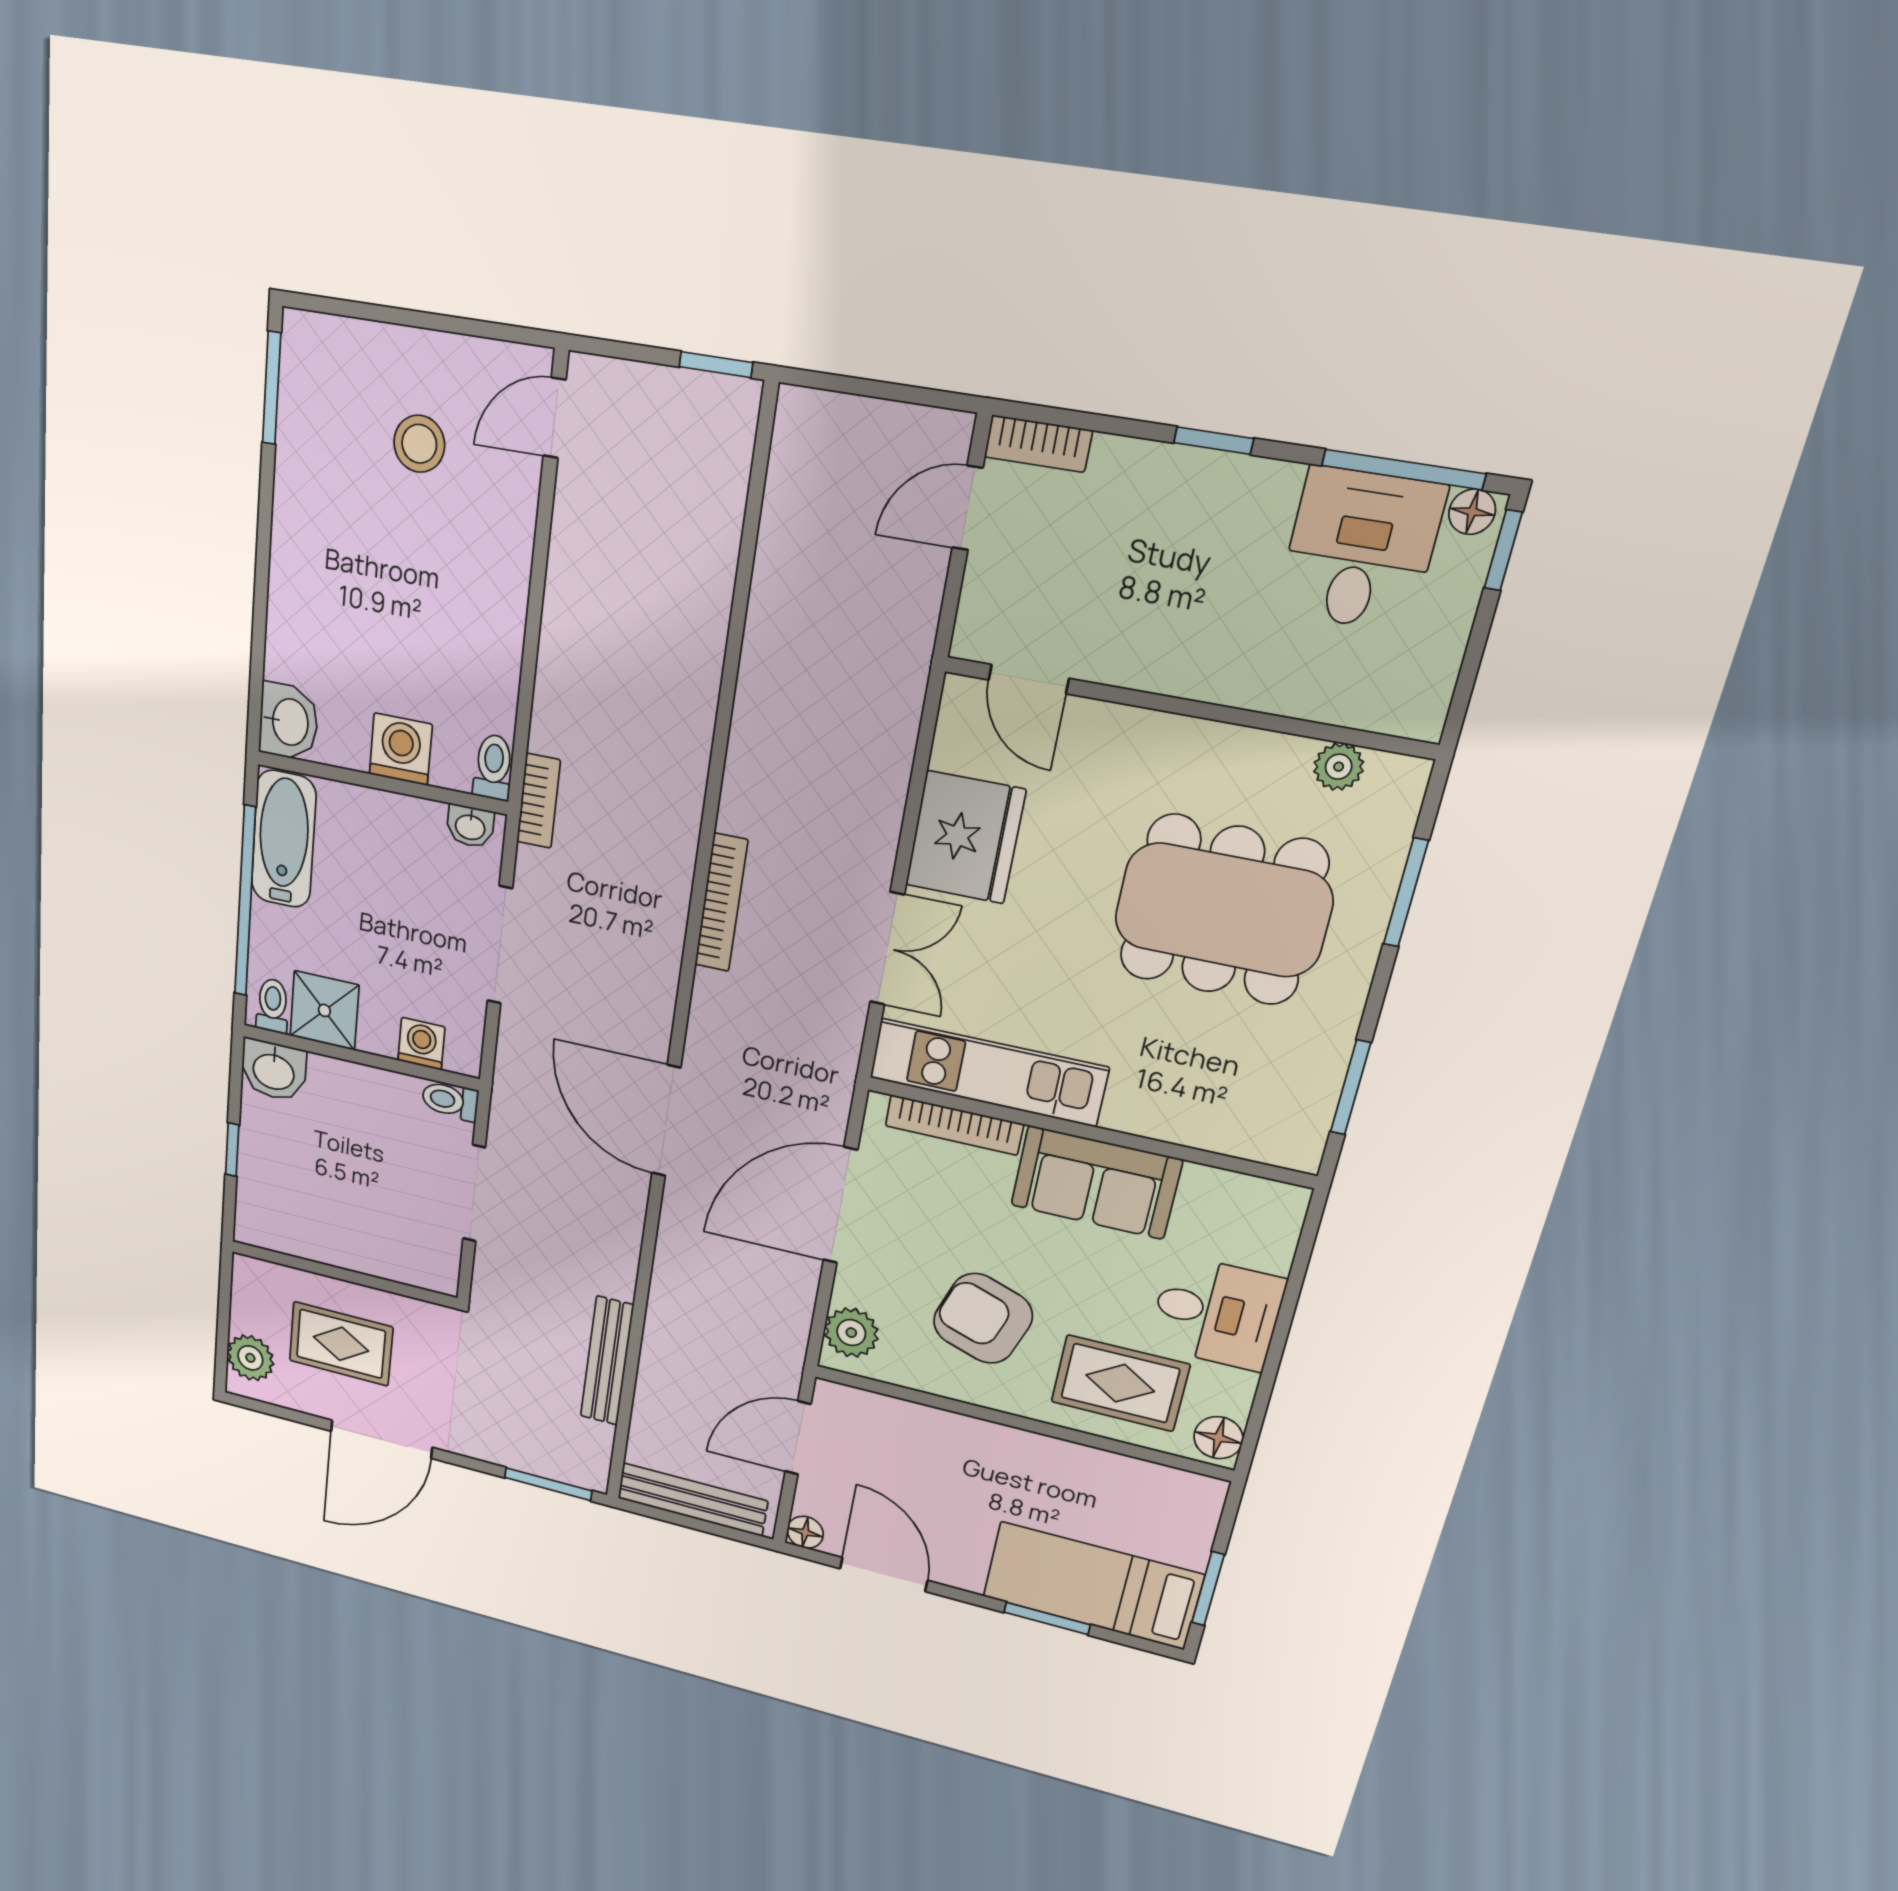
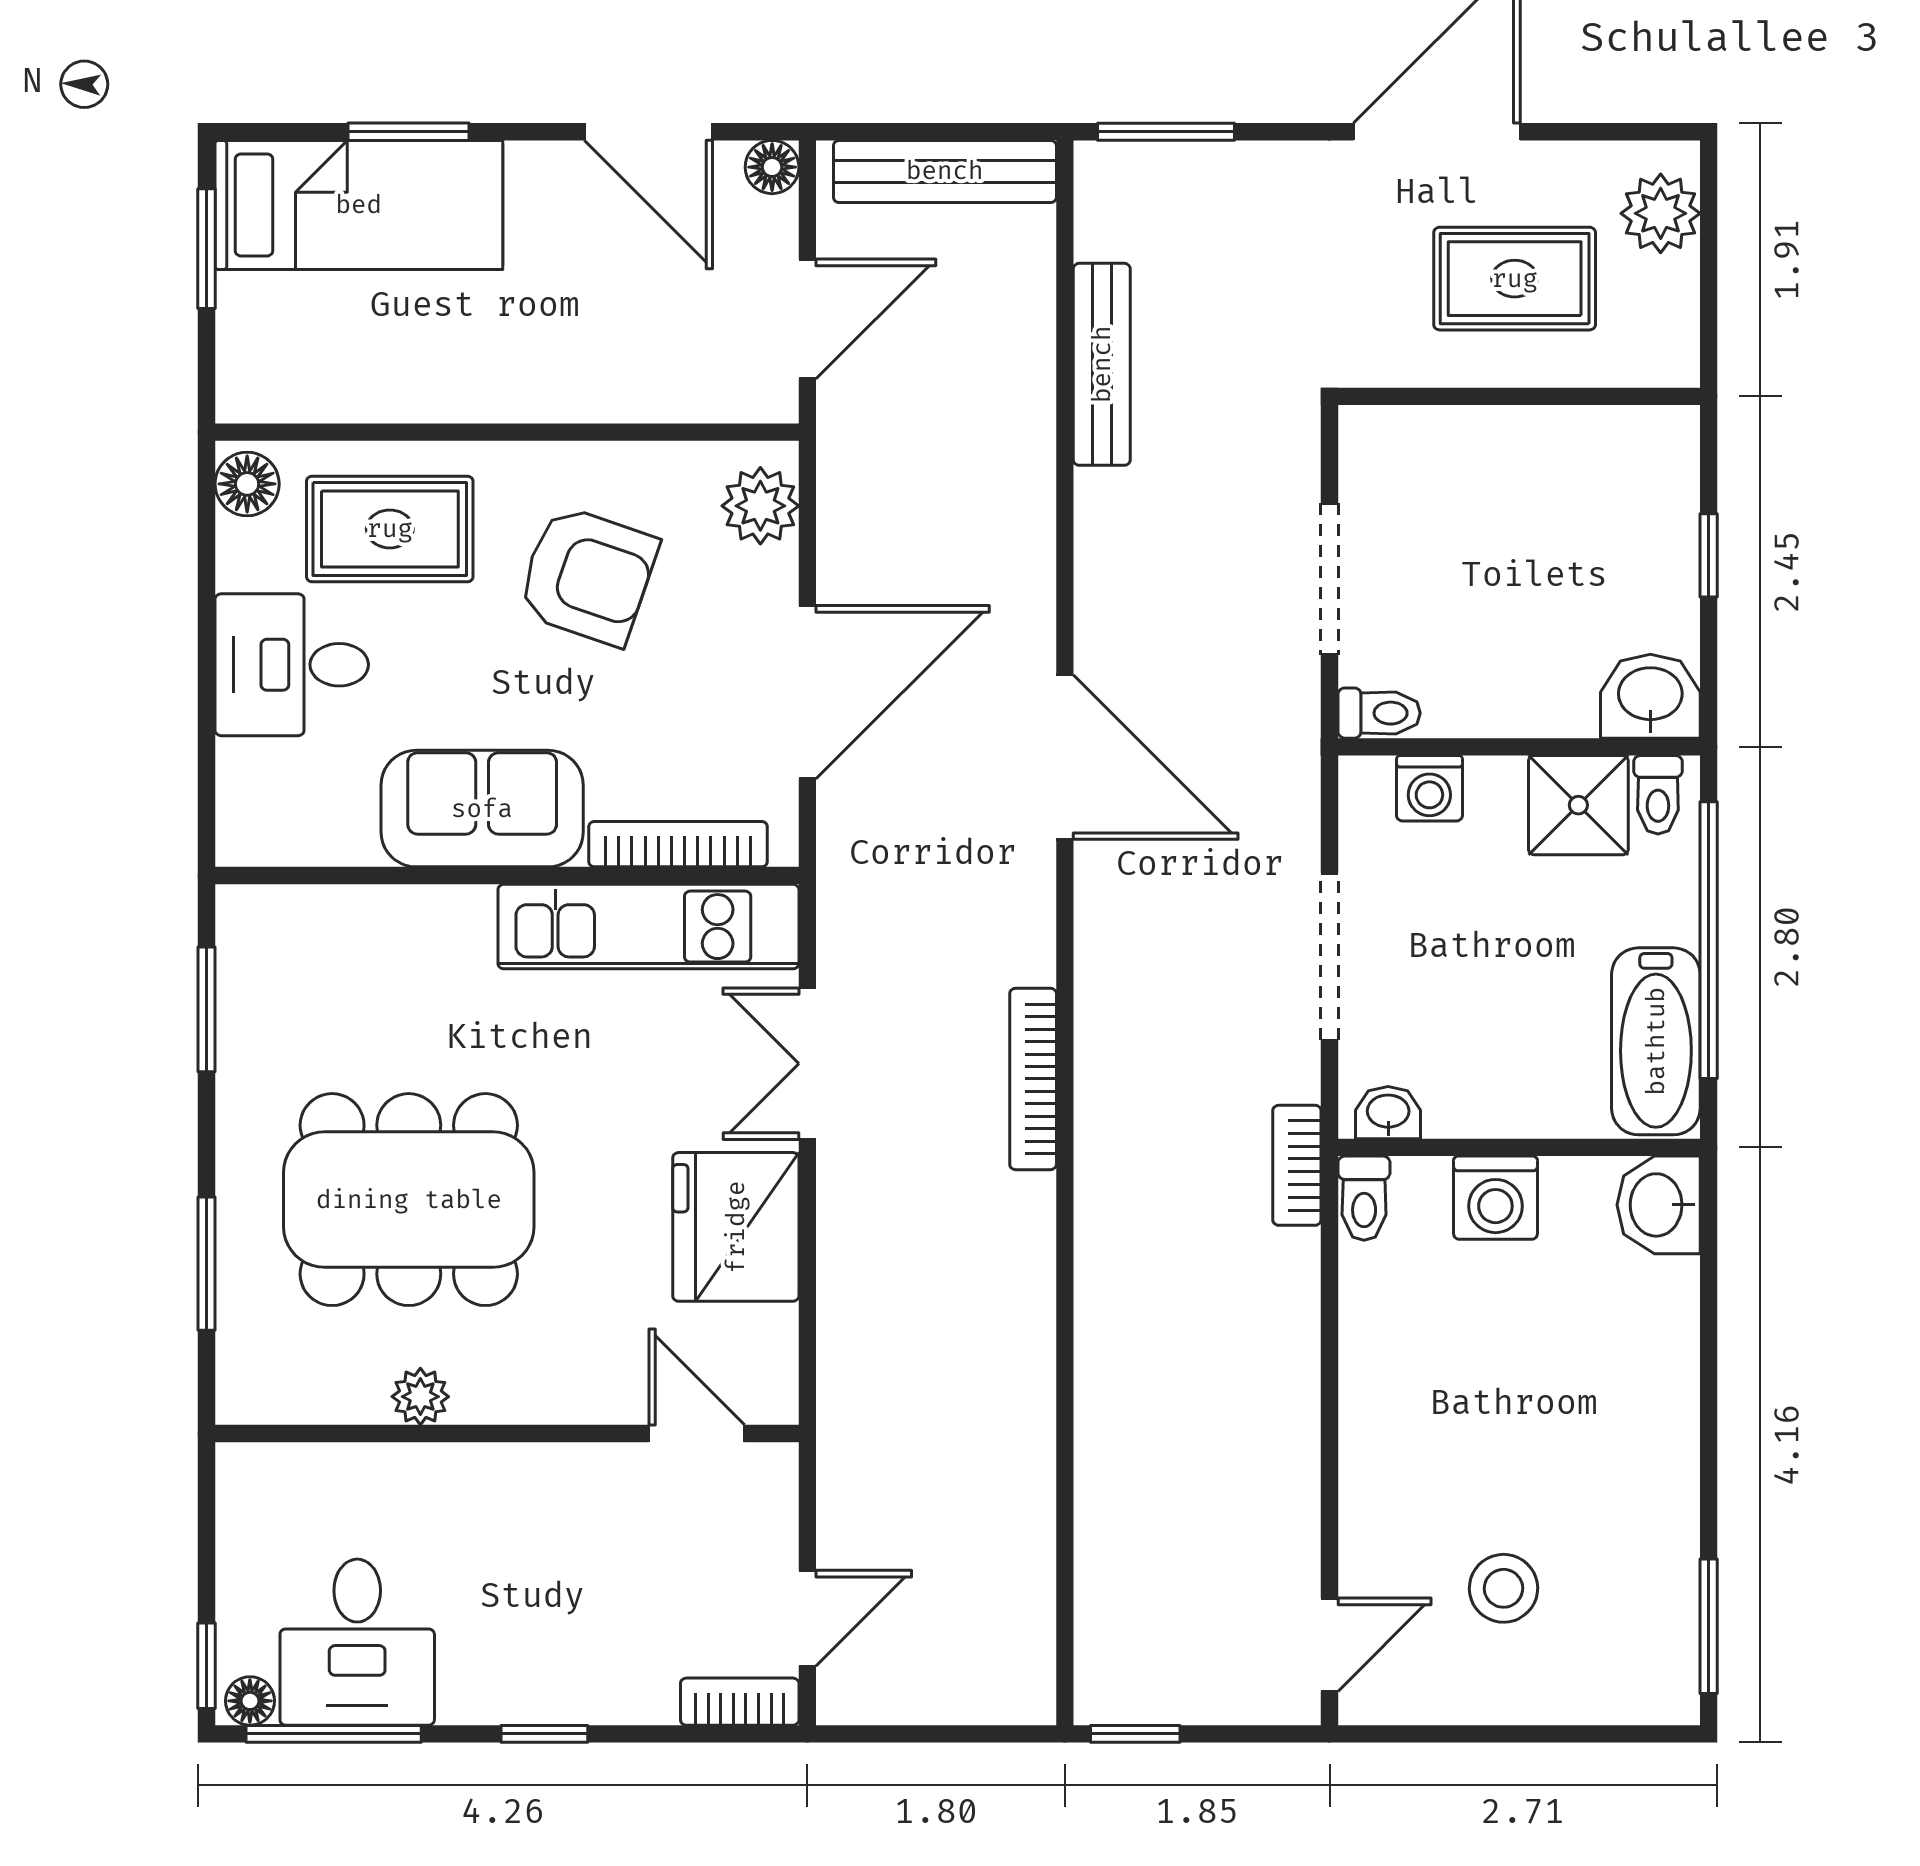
plant: (1339, 767) -> (420, 1397), moved

